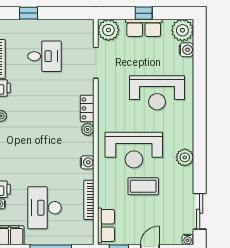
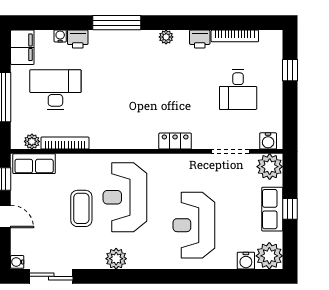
plant: (88, 129) -> (32, 141), moved
water cooler: (87, 162) -> (268, 141), moved

